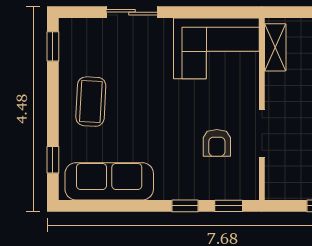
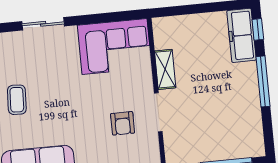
shelving: (275, 47) -> (165, 69), moved
coffee table: (91, 102) -> (17, 100), width x0.73, depth x0.77

